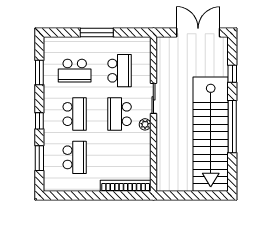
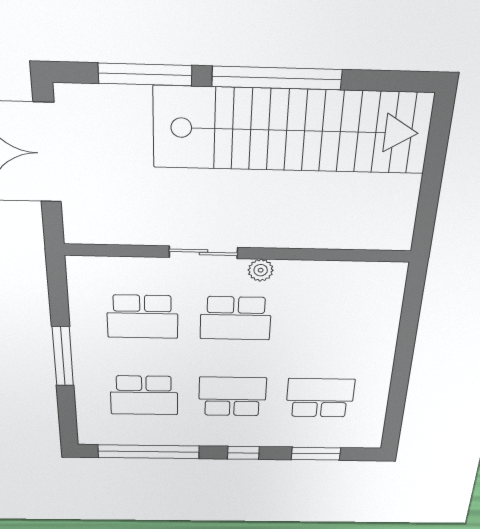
school desk: (75, 71) -> (144, 395), turned 90
school desk: (120, 71) -> (142, 317), turned 180
window: (39, 72) -> (149, 452), width x2.11
window: (232, 74) -> (145, 74), width x2.17
bookcase: (126, 186) -> (390, 310), removed

